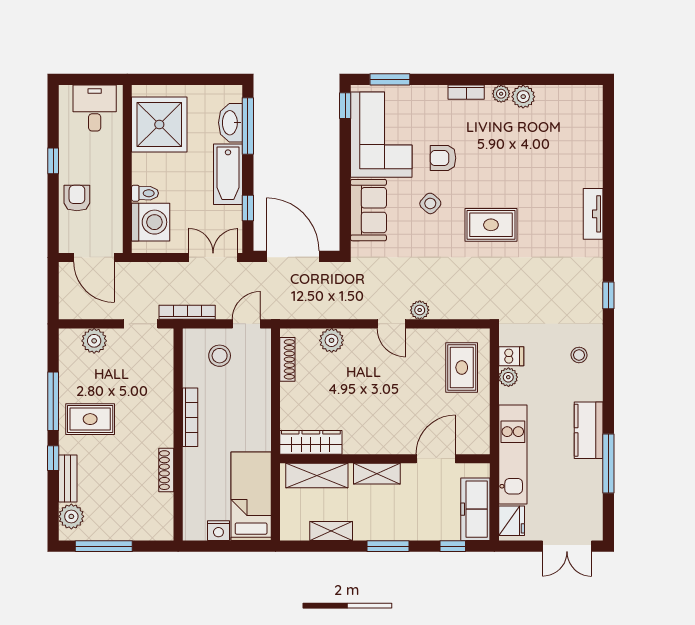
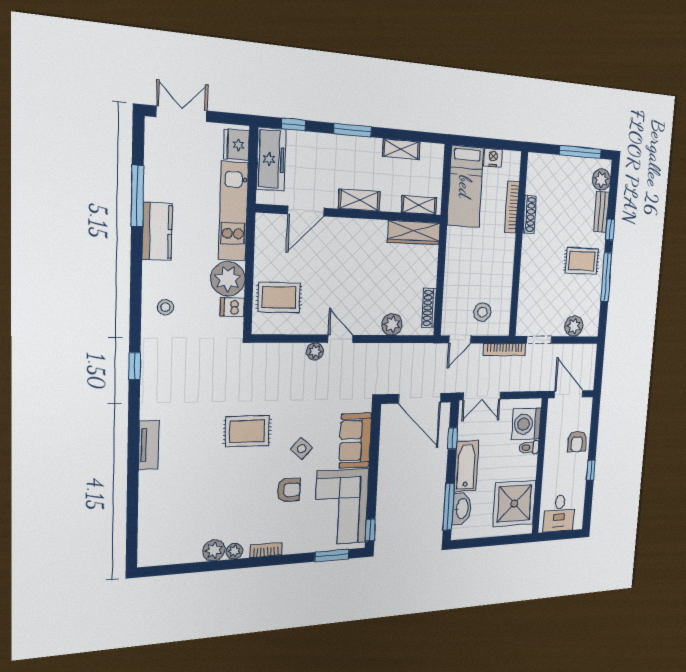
rug: (462, 367) -> (279, 297), turned 90
plant: (508, 377) -> (228, 279), width x1.87, depth x1.87
bookcase: (190, 417) -> (512, 207), moved
shelving: (317, 476) -> (419, 205), width x0.67, depth x0.75

